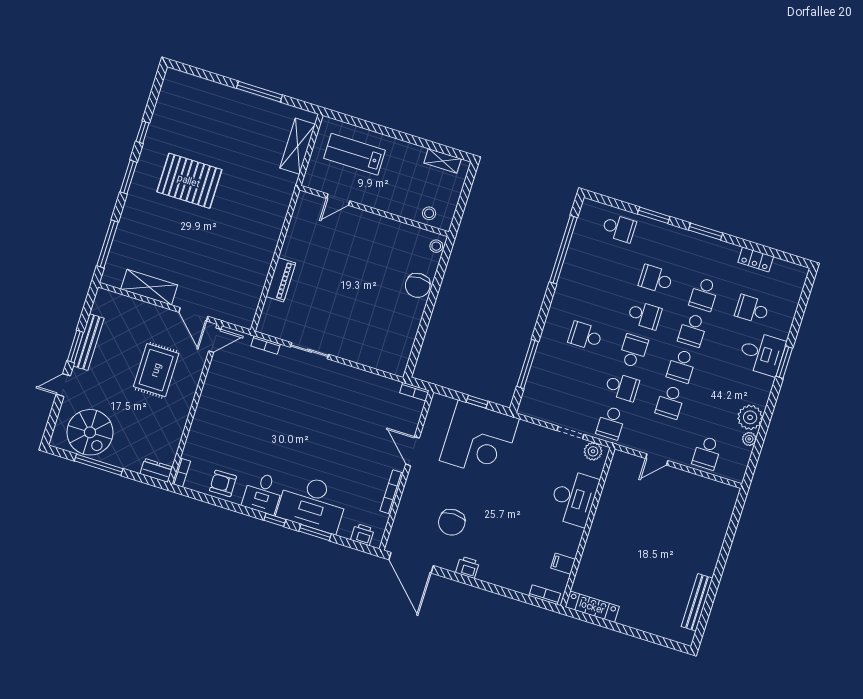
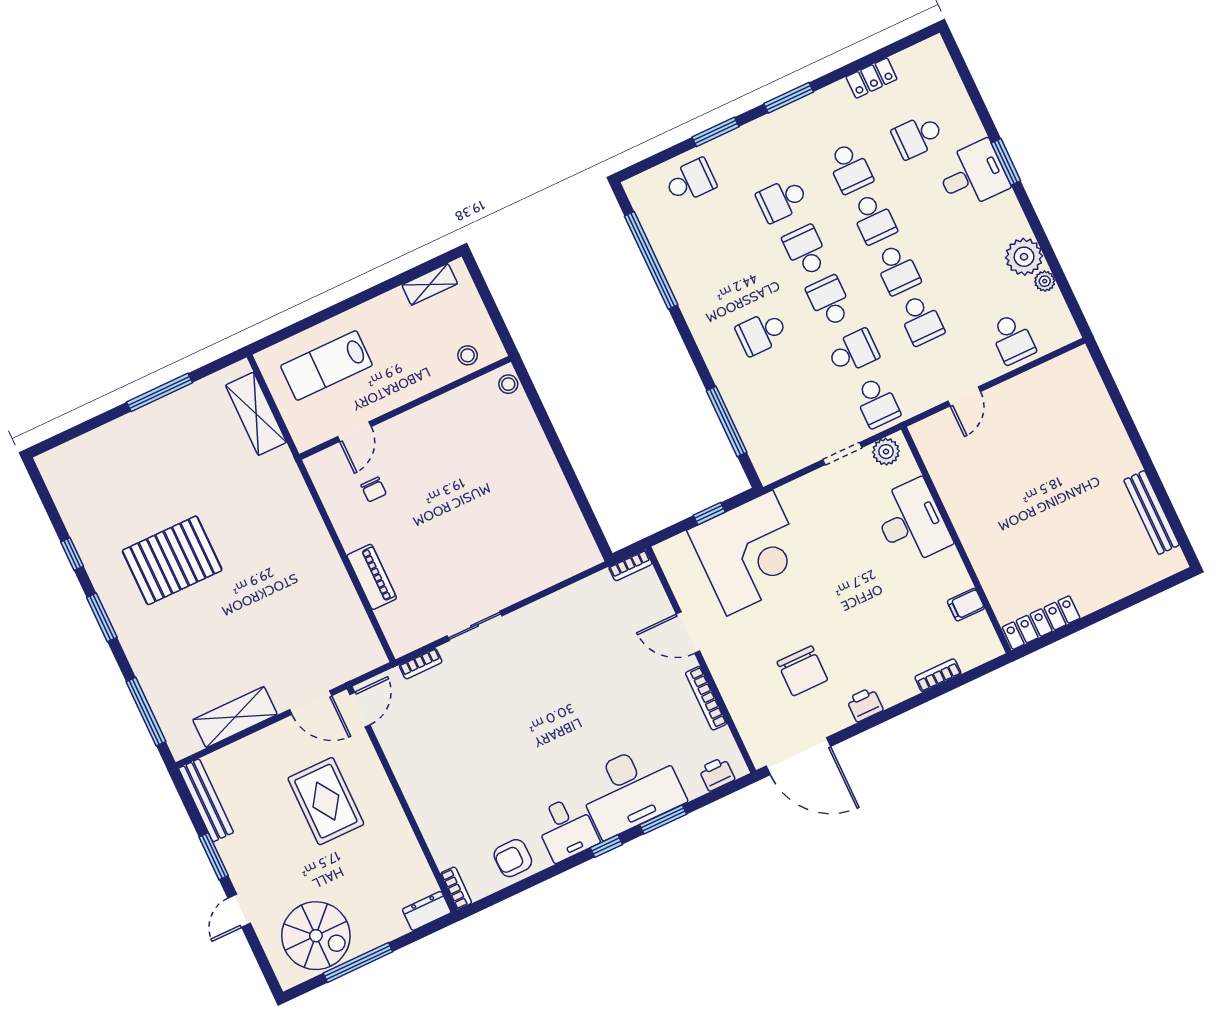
chair: (418, 285) -> (374, 489), moved, width x0.54, depth x0.54
school desk: (645, 315) -> (806, 250), turned -90
bench: (89, 342) -> (206, 800), moved
bookcase: (545, 595) -> (938, 675), moved

